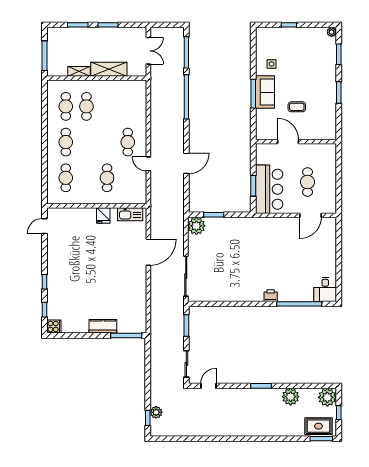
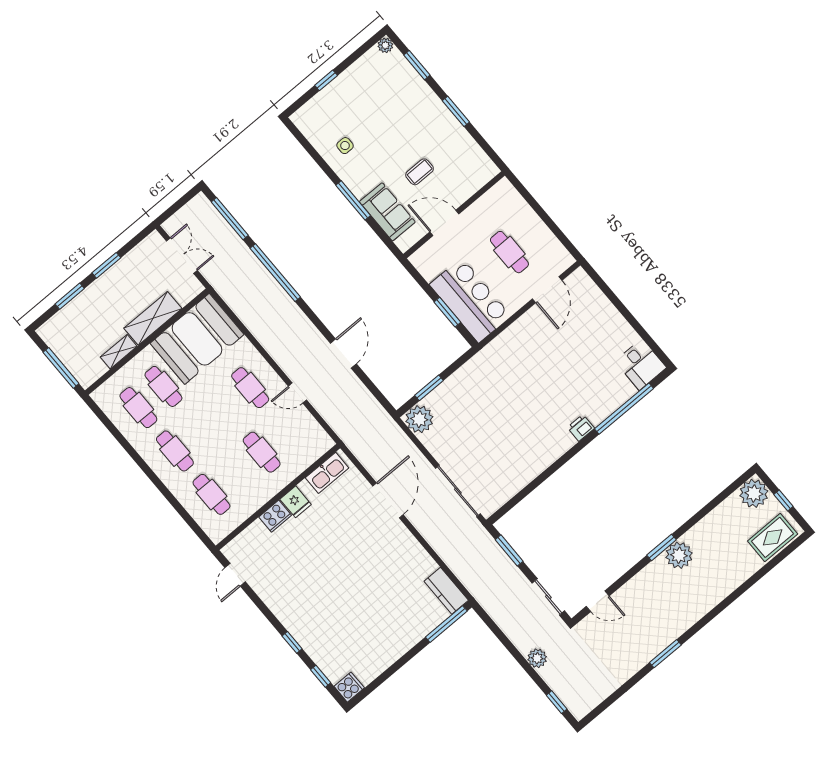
sofa: (265, 92) -> (387, 212), moved
booth: (122, 97) -> (197, 339), added
cooker: (88, 214) -> (275, 516), added
kitchen counter: (103, 326) -> (446, 591), moved, turned -90
door: (208, 386) -> (598, 601), swing flipped
plant: (291, 397) -> (679, 555), moved
plant: (156, 412) -> (537, 658), moved
window: (321, 439) -> (665, 654), moved

